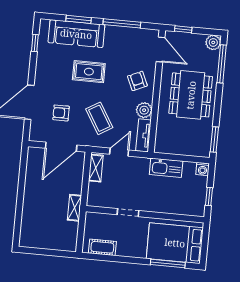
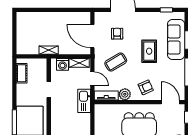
door: (161, 49) -> (170, 102), swing flipped
kitchen sink: (166, 168) -> (84, 101), moved
washing machine: (96, 191) -> (62, 64), added

